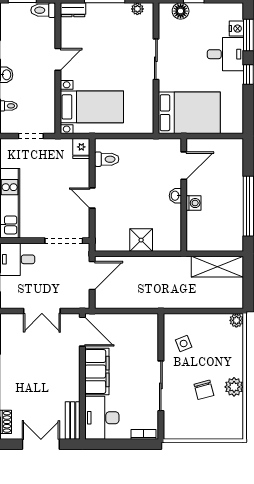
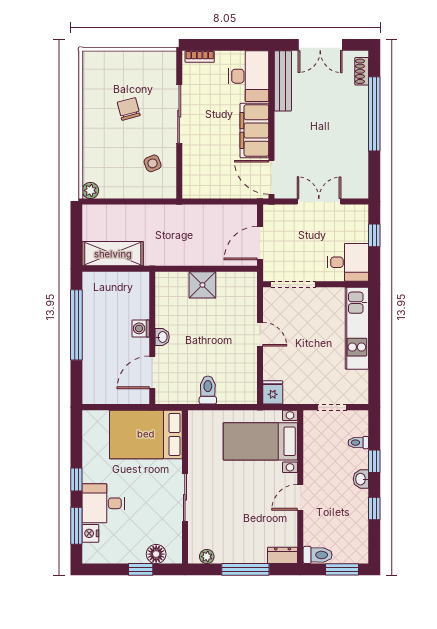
toilet: (107, 159) -> (208, 390), moved, turned 90
plant: (234, 387) -> (93, 112), removed
bench: (73, 420) -> (283, 81), width x1.36

